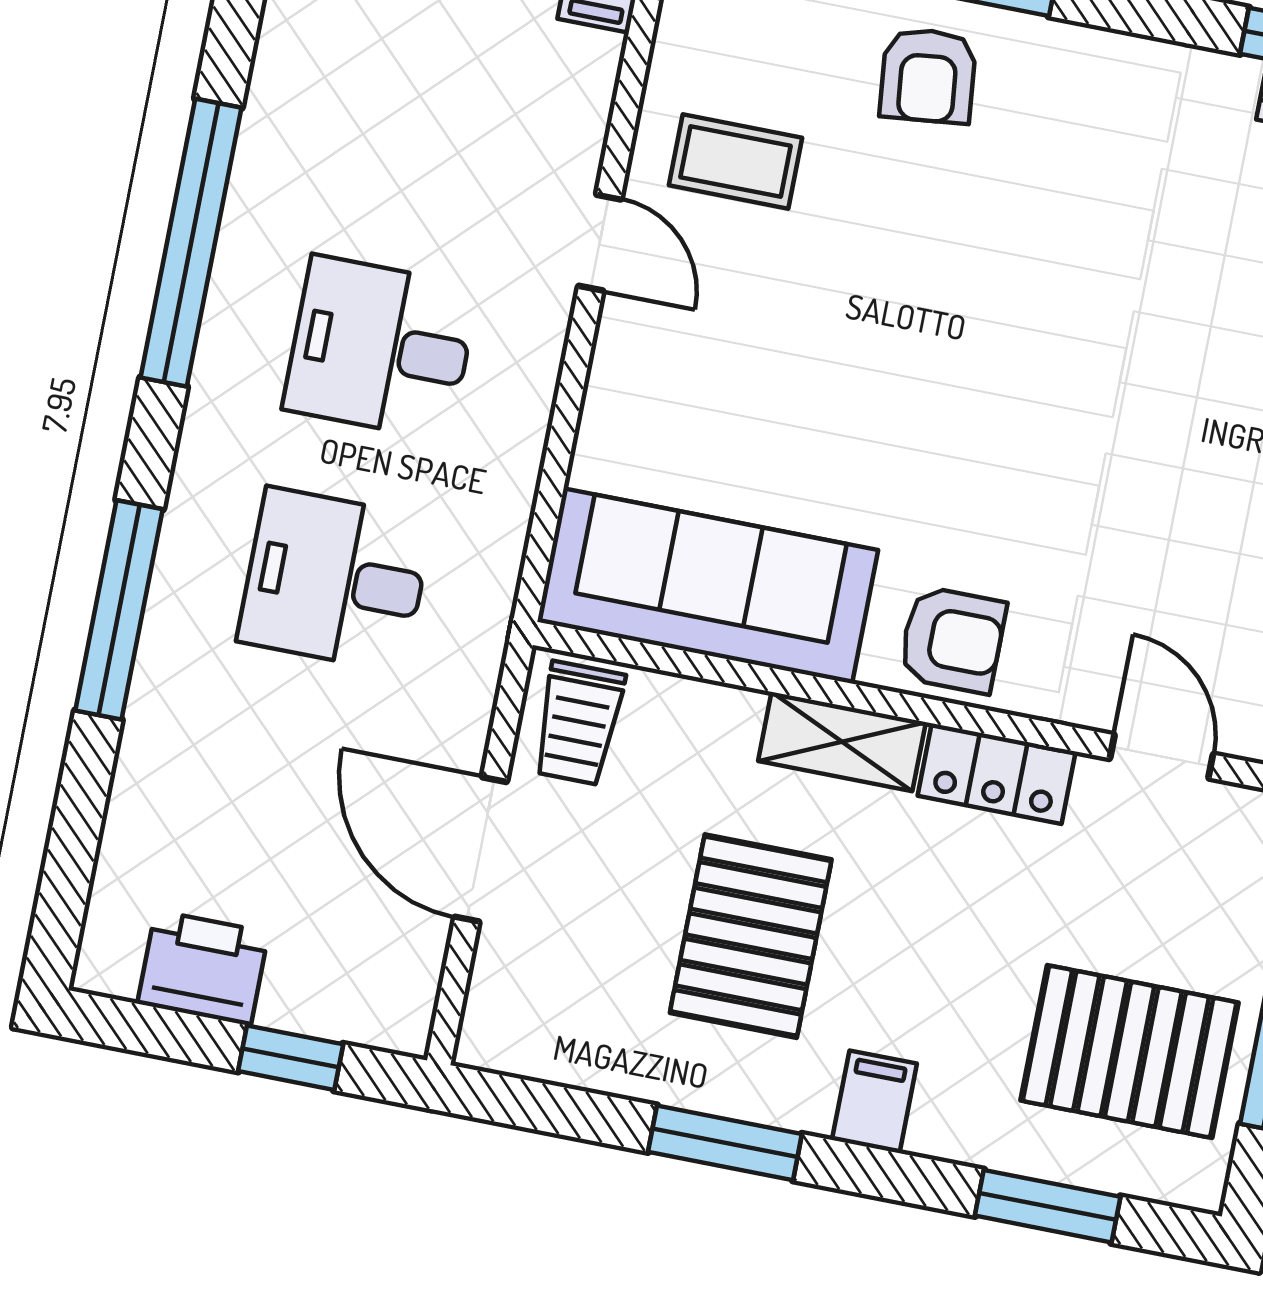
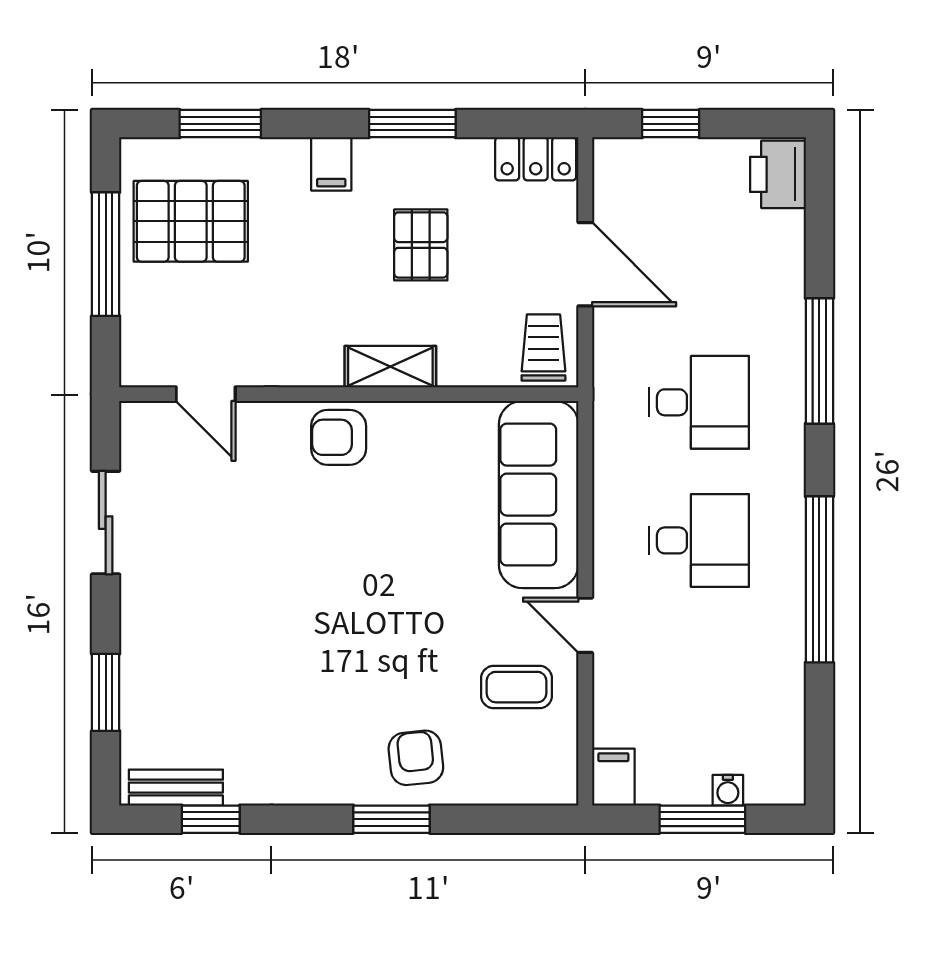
sofa: (708, 586) -> (539, 495), moved, turned 90
locker: (997, 774) -> (536, 159), moved, turned 180
pallet: (751, 936) -> (421, 245), width x0.67, depth x0.71
printer: (203, 968) -> (778, 174), moved, turned 90

